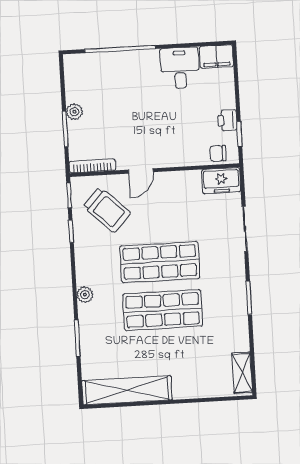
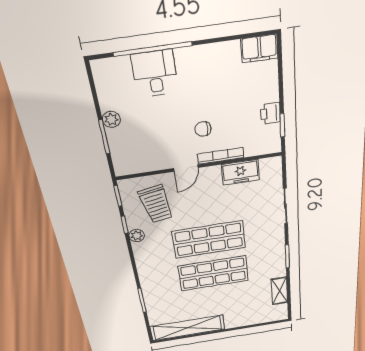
desk: (180, 68) -> (155, 74), moved
chair: (218, 153) -> (203, 129), moved
bookcase: (92, 166) -> (221, 156), moved
freezer: (221, 181) -> (240, 172), moved
trolley: (107, 210) -> (156, 204), turned 37
plant: (85, 295) -> (137, 236), moved
shelving: (242, 373) -> (279, 291), moved

